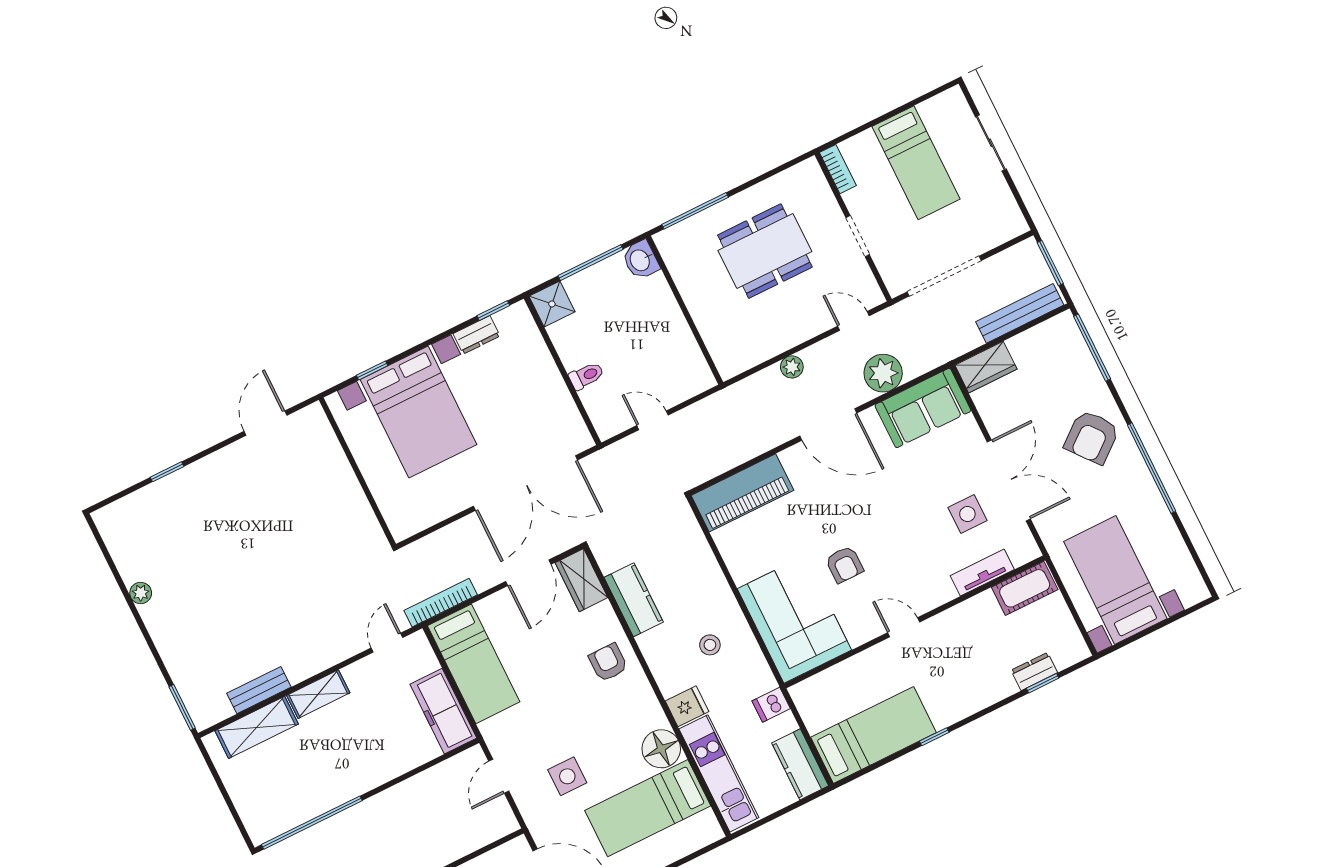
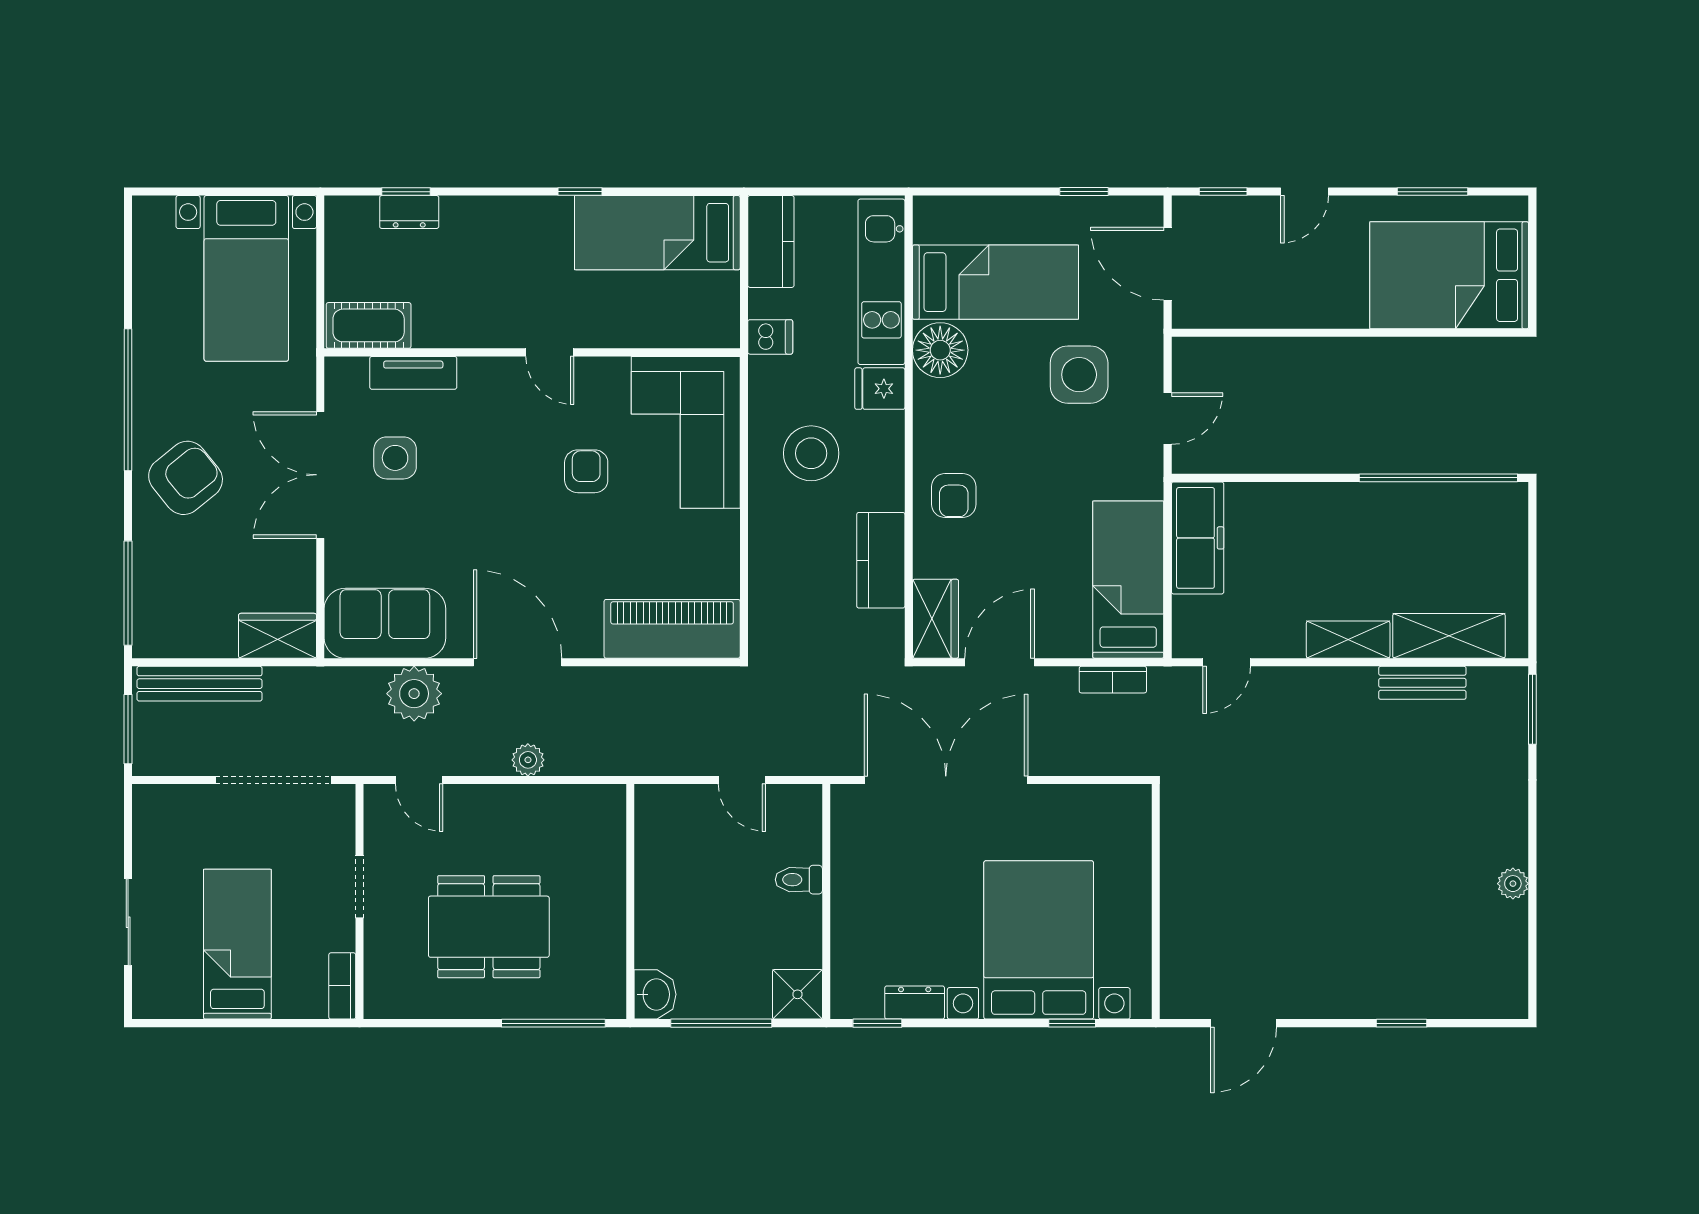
bookcase: (441, 603) -> (1113, 680), width x0.64
stool: (710, 645) -> (811, 453), width x1.89, depth x1.89
side table: (567, 776) -> (1079, 375), width x1.37, depth x1.37

